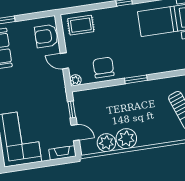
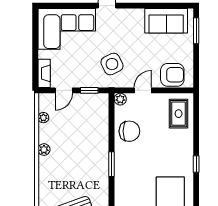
armchair: (46, 36) -> (172, 75), turned 90
side table: (45, 92) -> (112, 64), added
plant: (126, 139) -> (44, 150), width x0.53, depth x0.53
plant: (106, 143) -> (43, 118), width x0.53, depth x0.53

